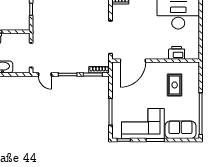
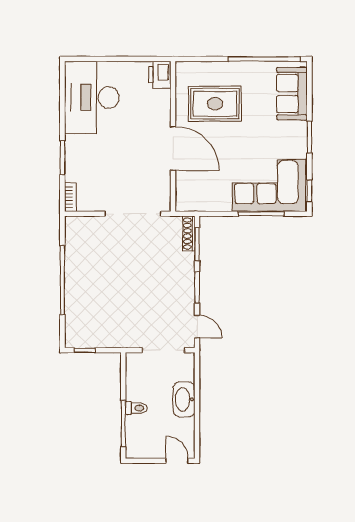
printer: (177, 53) -> (160, 75), moved
door: (133, 61) -> (173, 148), moved
door: (45, 75) -> (197, 327), hinge flipped
rug: (175, 85) -> (215, 104), width x1.36, depth x1.43
corner sofa: (143, 124) -> (269, 185), moved, turned 90

